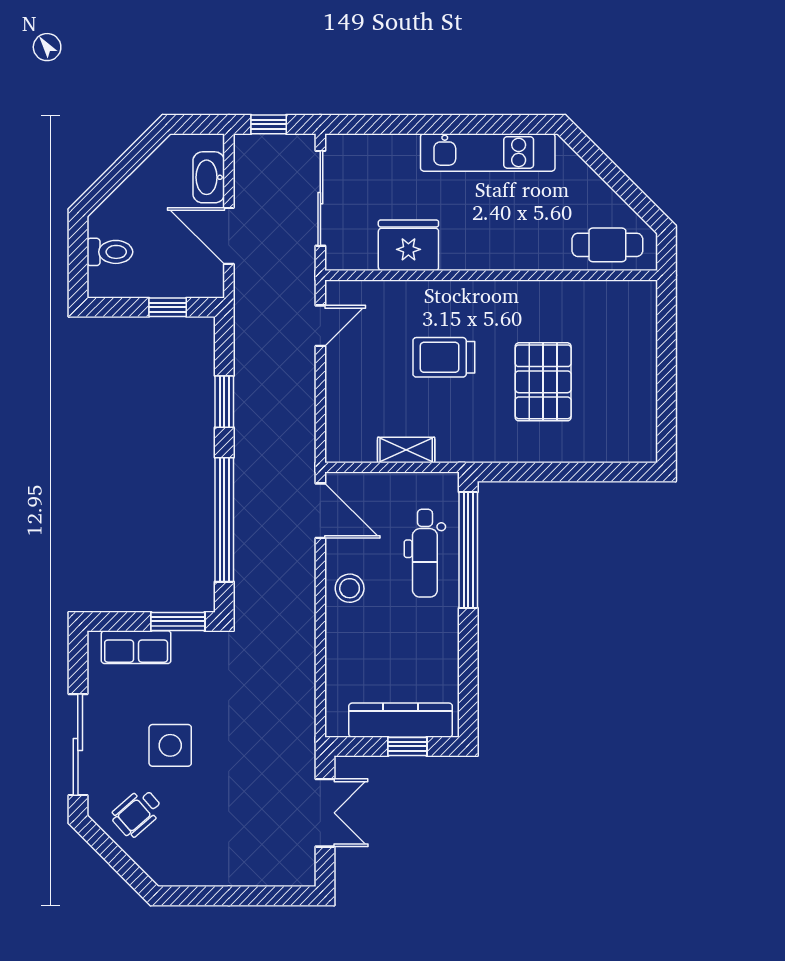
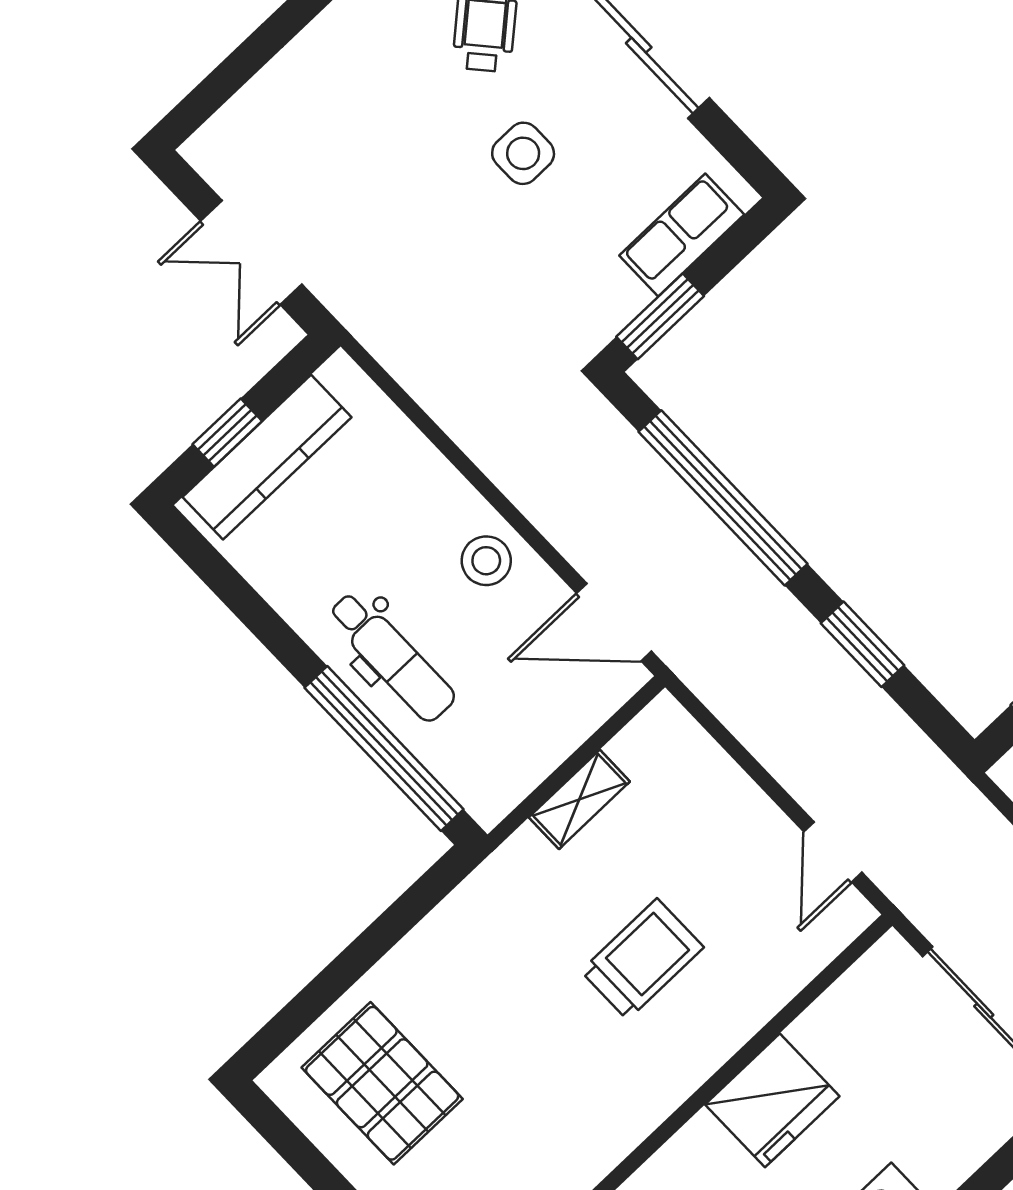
fridge: (408, 245) -> (772, 1100), moved
pallet: (543, 382) -> (382, 1083), moved
dental chair: (425, 553) -> (392, 657), moved, turned 180
side table: (170, 745) -> (523, 153), width x0.73, depth x0.73

